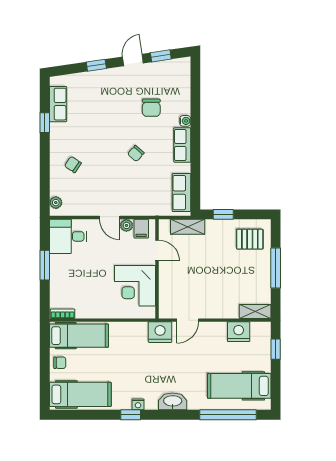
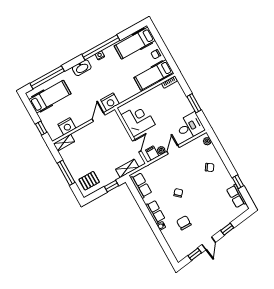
door: (110, 218) -> (173, 150), hinge flipped
door: (157, 250) -> (137, 146), swing flipped
window: (131, 415) -> (101, 47), width x3.17

